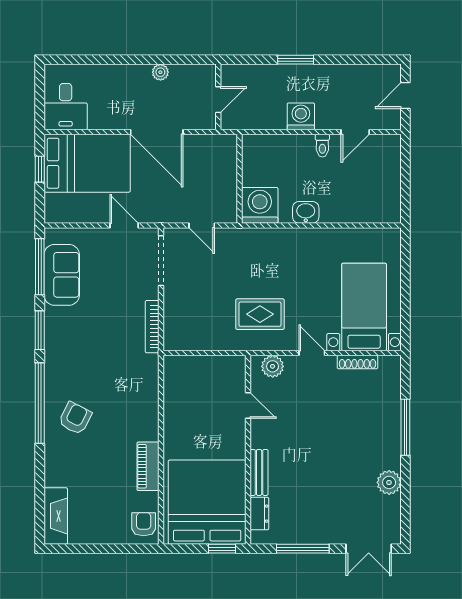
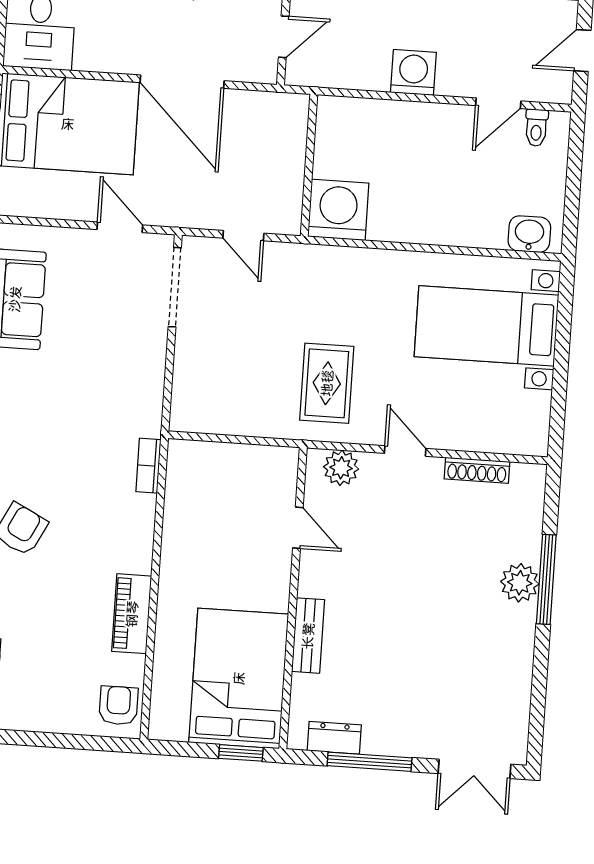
toilet: (322, 146) -> (536, 128), moved
washbasin: (306, 212) -> (529, 234), moved
bed with nightstands: (364, 307) -> (486, 326), moved, turned -90
rug: (260, 314) -> (327, 383), turned 90
bookcase: (152, 327) -> (148, 466), moved, width x0.64
plant: (389, 482) -> (520, 583), moved
bed: (207, 502) -> (239, 678), width x0.73
dresser: (259, 514) -> (334, 738), moved, turned -90

